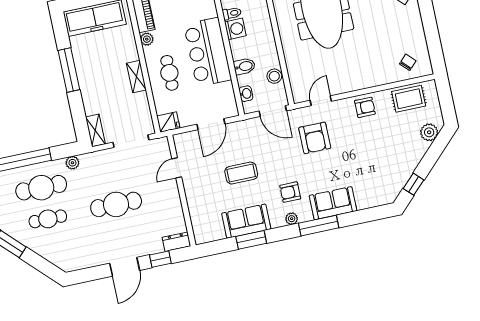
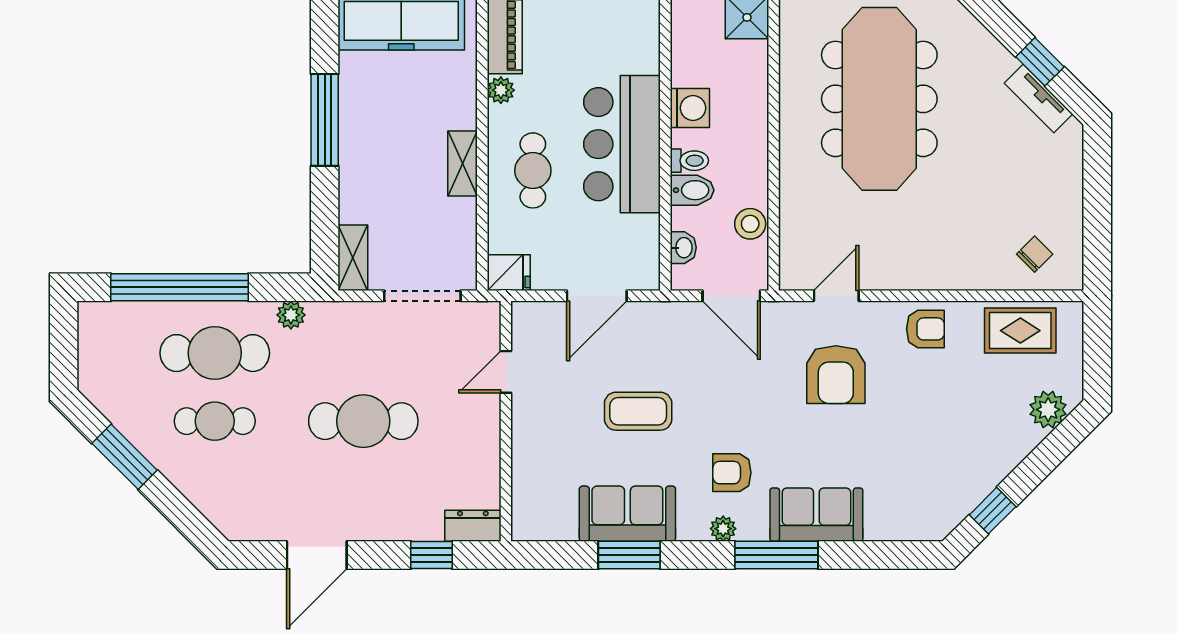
toilet: (232, 13) -> (689, 161), moved
armchair: (315, 138) -> (836, 375), moved
door: (125, 267) -> (317, 555), moved

